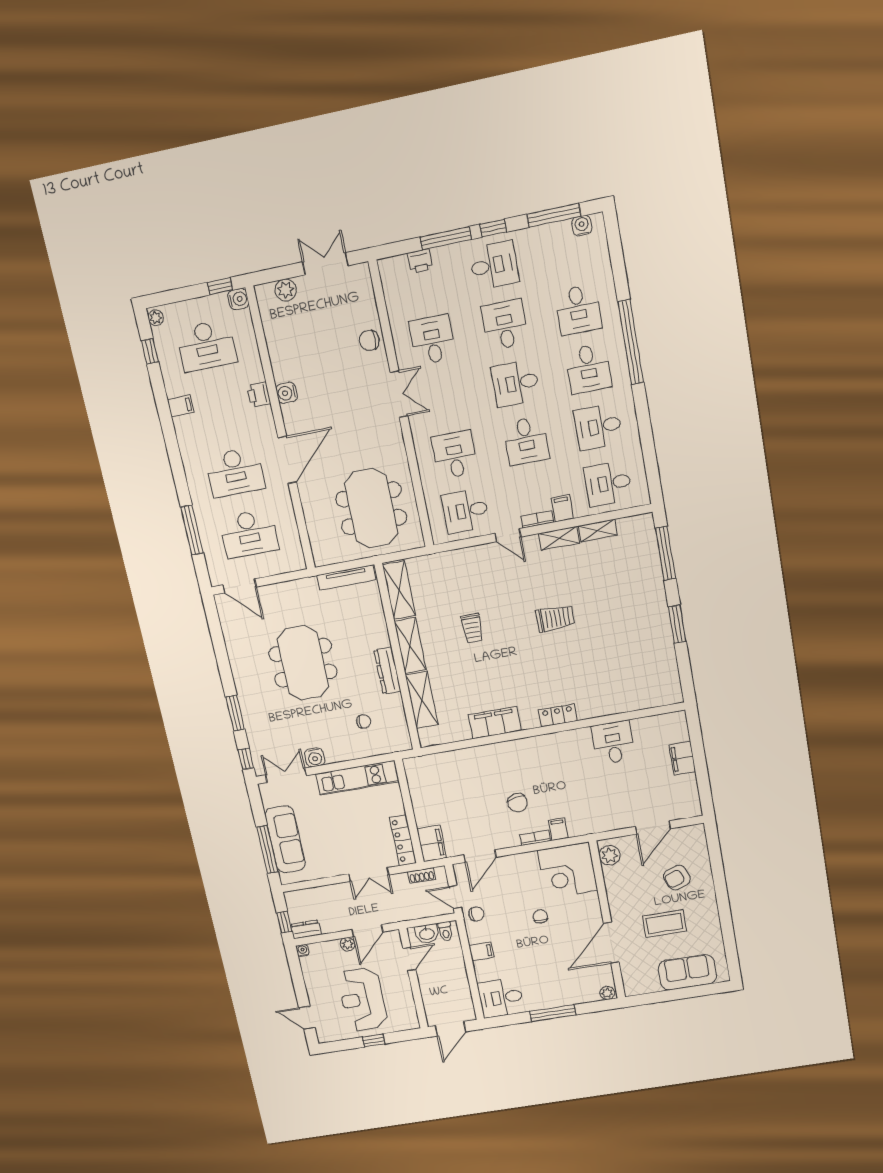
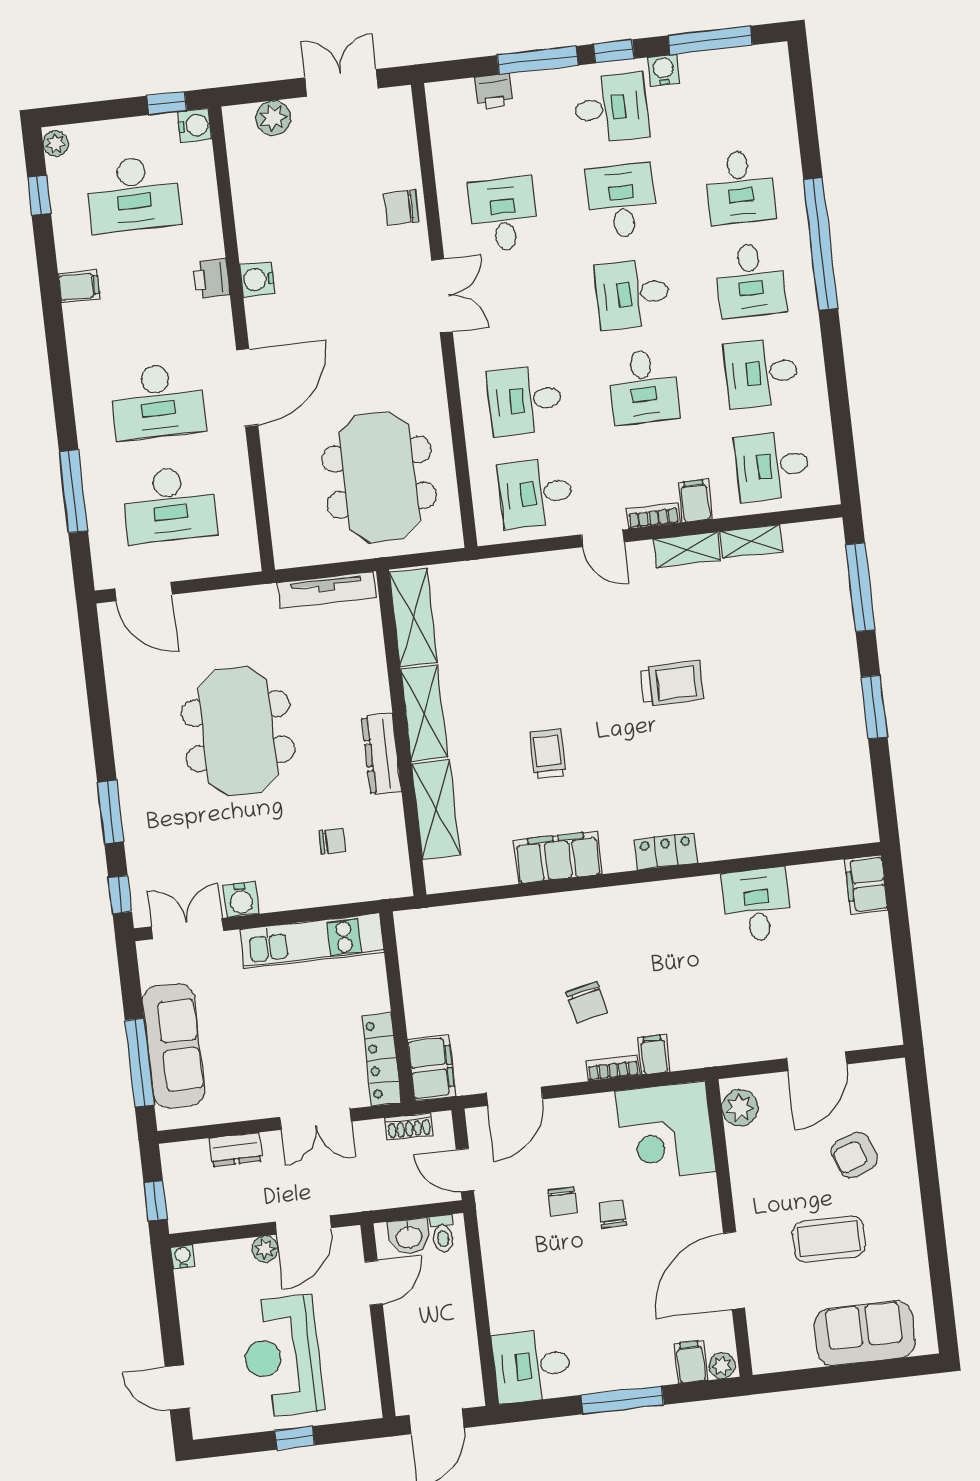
water cooler: (582, 226) -> (663, 70), moved
desk: (455, 455) -> (525, 400), turned -90
trolley: (472, 628) -> (548, 754), moved, turned 180
filing cabinet: (682, 758) -> (866, 885), moved
chair: (476, 914) -> (562, 1201), moved, turned 90
dresser: (306, 929) -> (235, 1149), moved, turned 180
filing cabinet: (481, 951) -> (691, 1362), moved, turned -90

